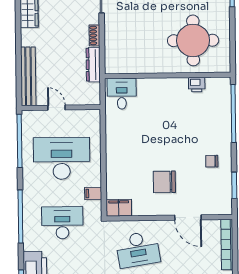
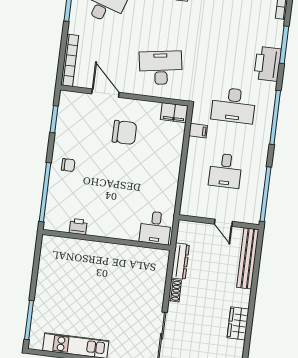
round table: (193, 40) -> (76, 272), removed
desk: (62, 158) -> (225, 171), width x0.53, depth x0.77
chair: (212, 161) -> (68, 165), moved

